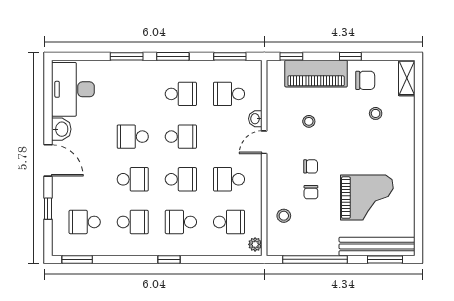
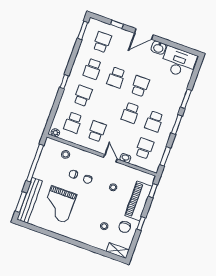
school desk: (181, 179) -> (107, 104), removed

